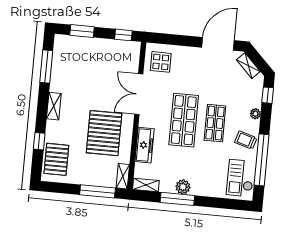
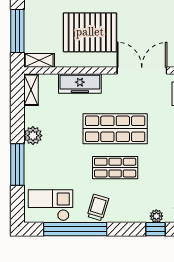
plant: (255, 114) -> (156, 216), moved
window: (177, 199) -> (17, 165), moved

